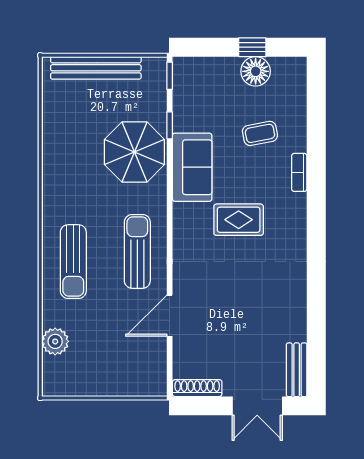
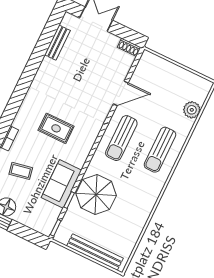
sofa: (192, 167) -> (61, 184), moved
sun lounger: (73, 262) -> (160, 150), turned 180
bench: (297, 370) -> (57, 43), moved
shoe rack: (197, 388) -> (129, 47), width x0.70

